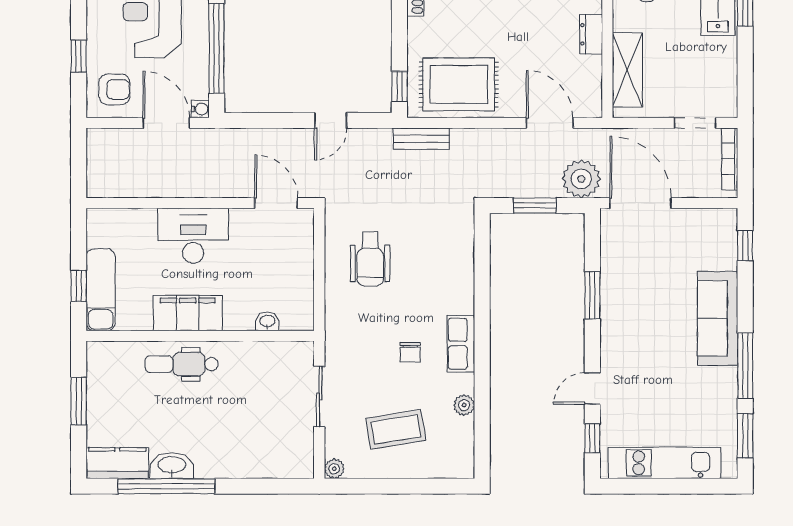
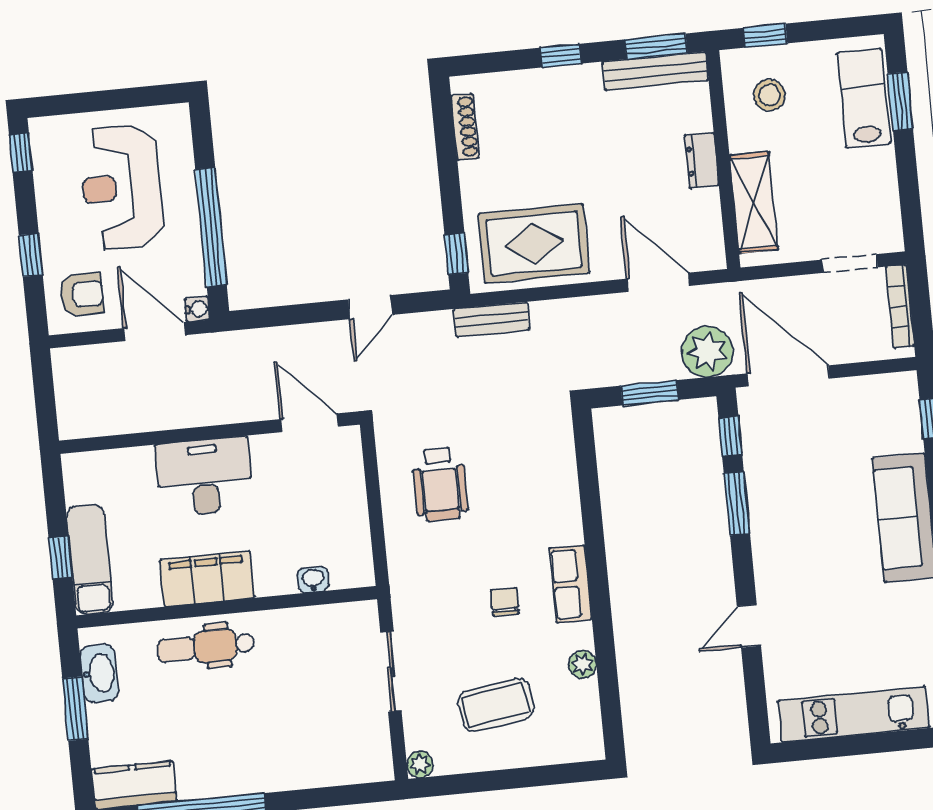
chair: (410, 352) -> (505, 602), turned 180
window: (592, 438) -> (730, 436), moved
washbasin: (172, 466) -> (99, 673), moved, turned 90

